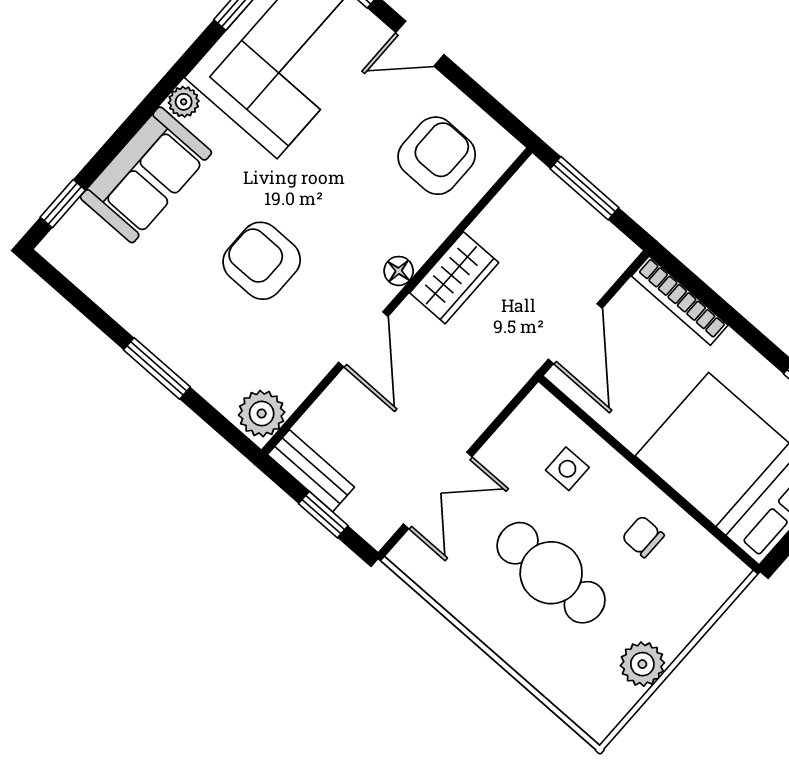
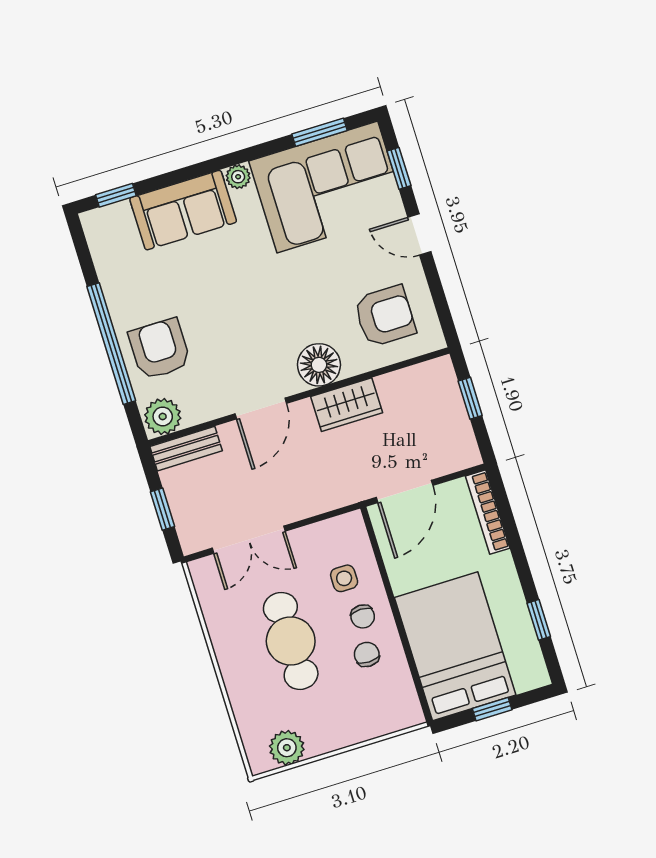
window: (585, 188) -> (470, 398), width x0.67
armchair: (262, 261) -> (160, 349), moved
floor lamp: (399, 271) -> (319, 365), width x1.89, depth x1.89
window: (157, 368) -> (111, 344), width x2.11
bench: (311, 471) -> (186, 449), moved, turned 90
chair: (613, 498) -> (363, 617), added
plant: (642, 664) -> (287, 748), moved

